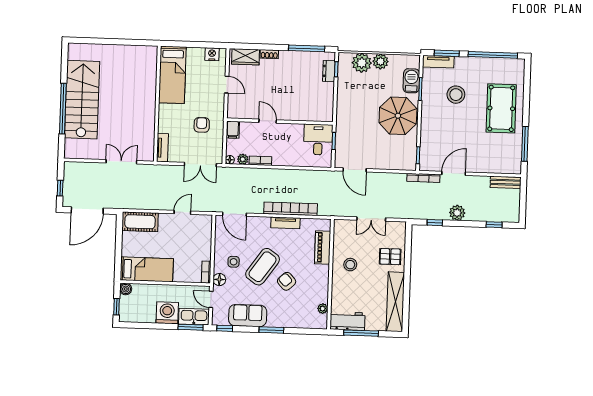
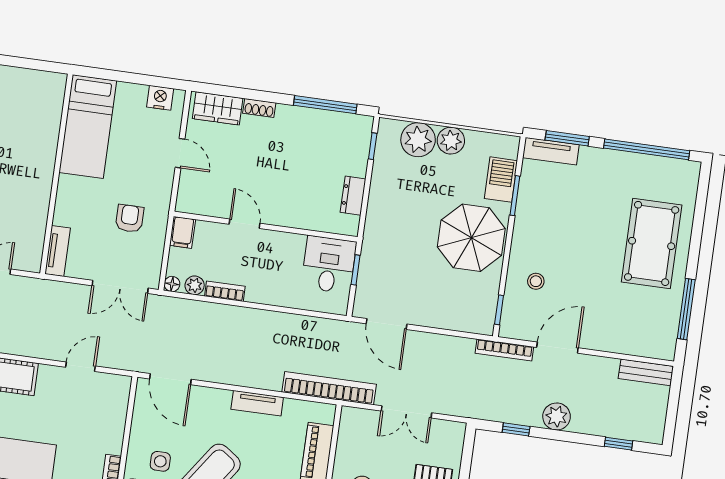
dresser: (329, 71) -> (353, 196), moved
stool: (456, 95) -> (536, 281), moved, width x0.53, depth x0.53
bookcase: (291, 209) -> (329, 388), moved

